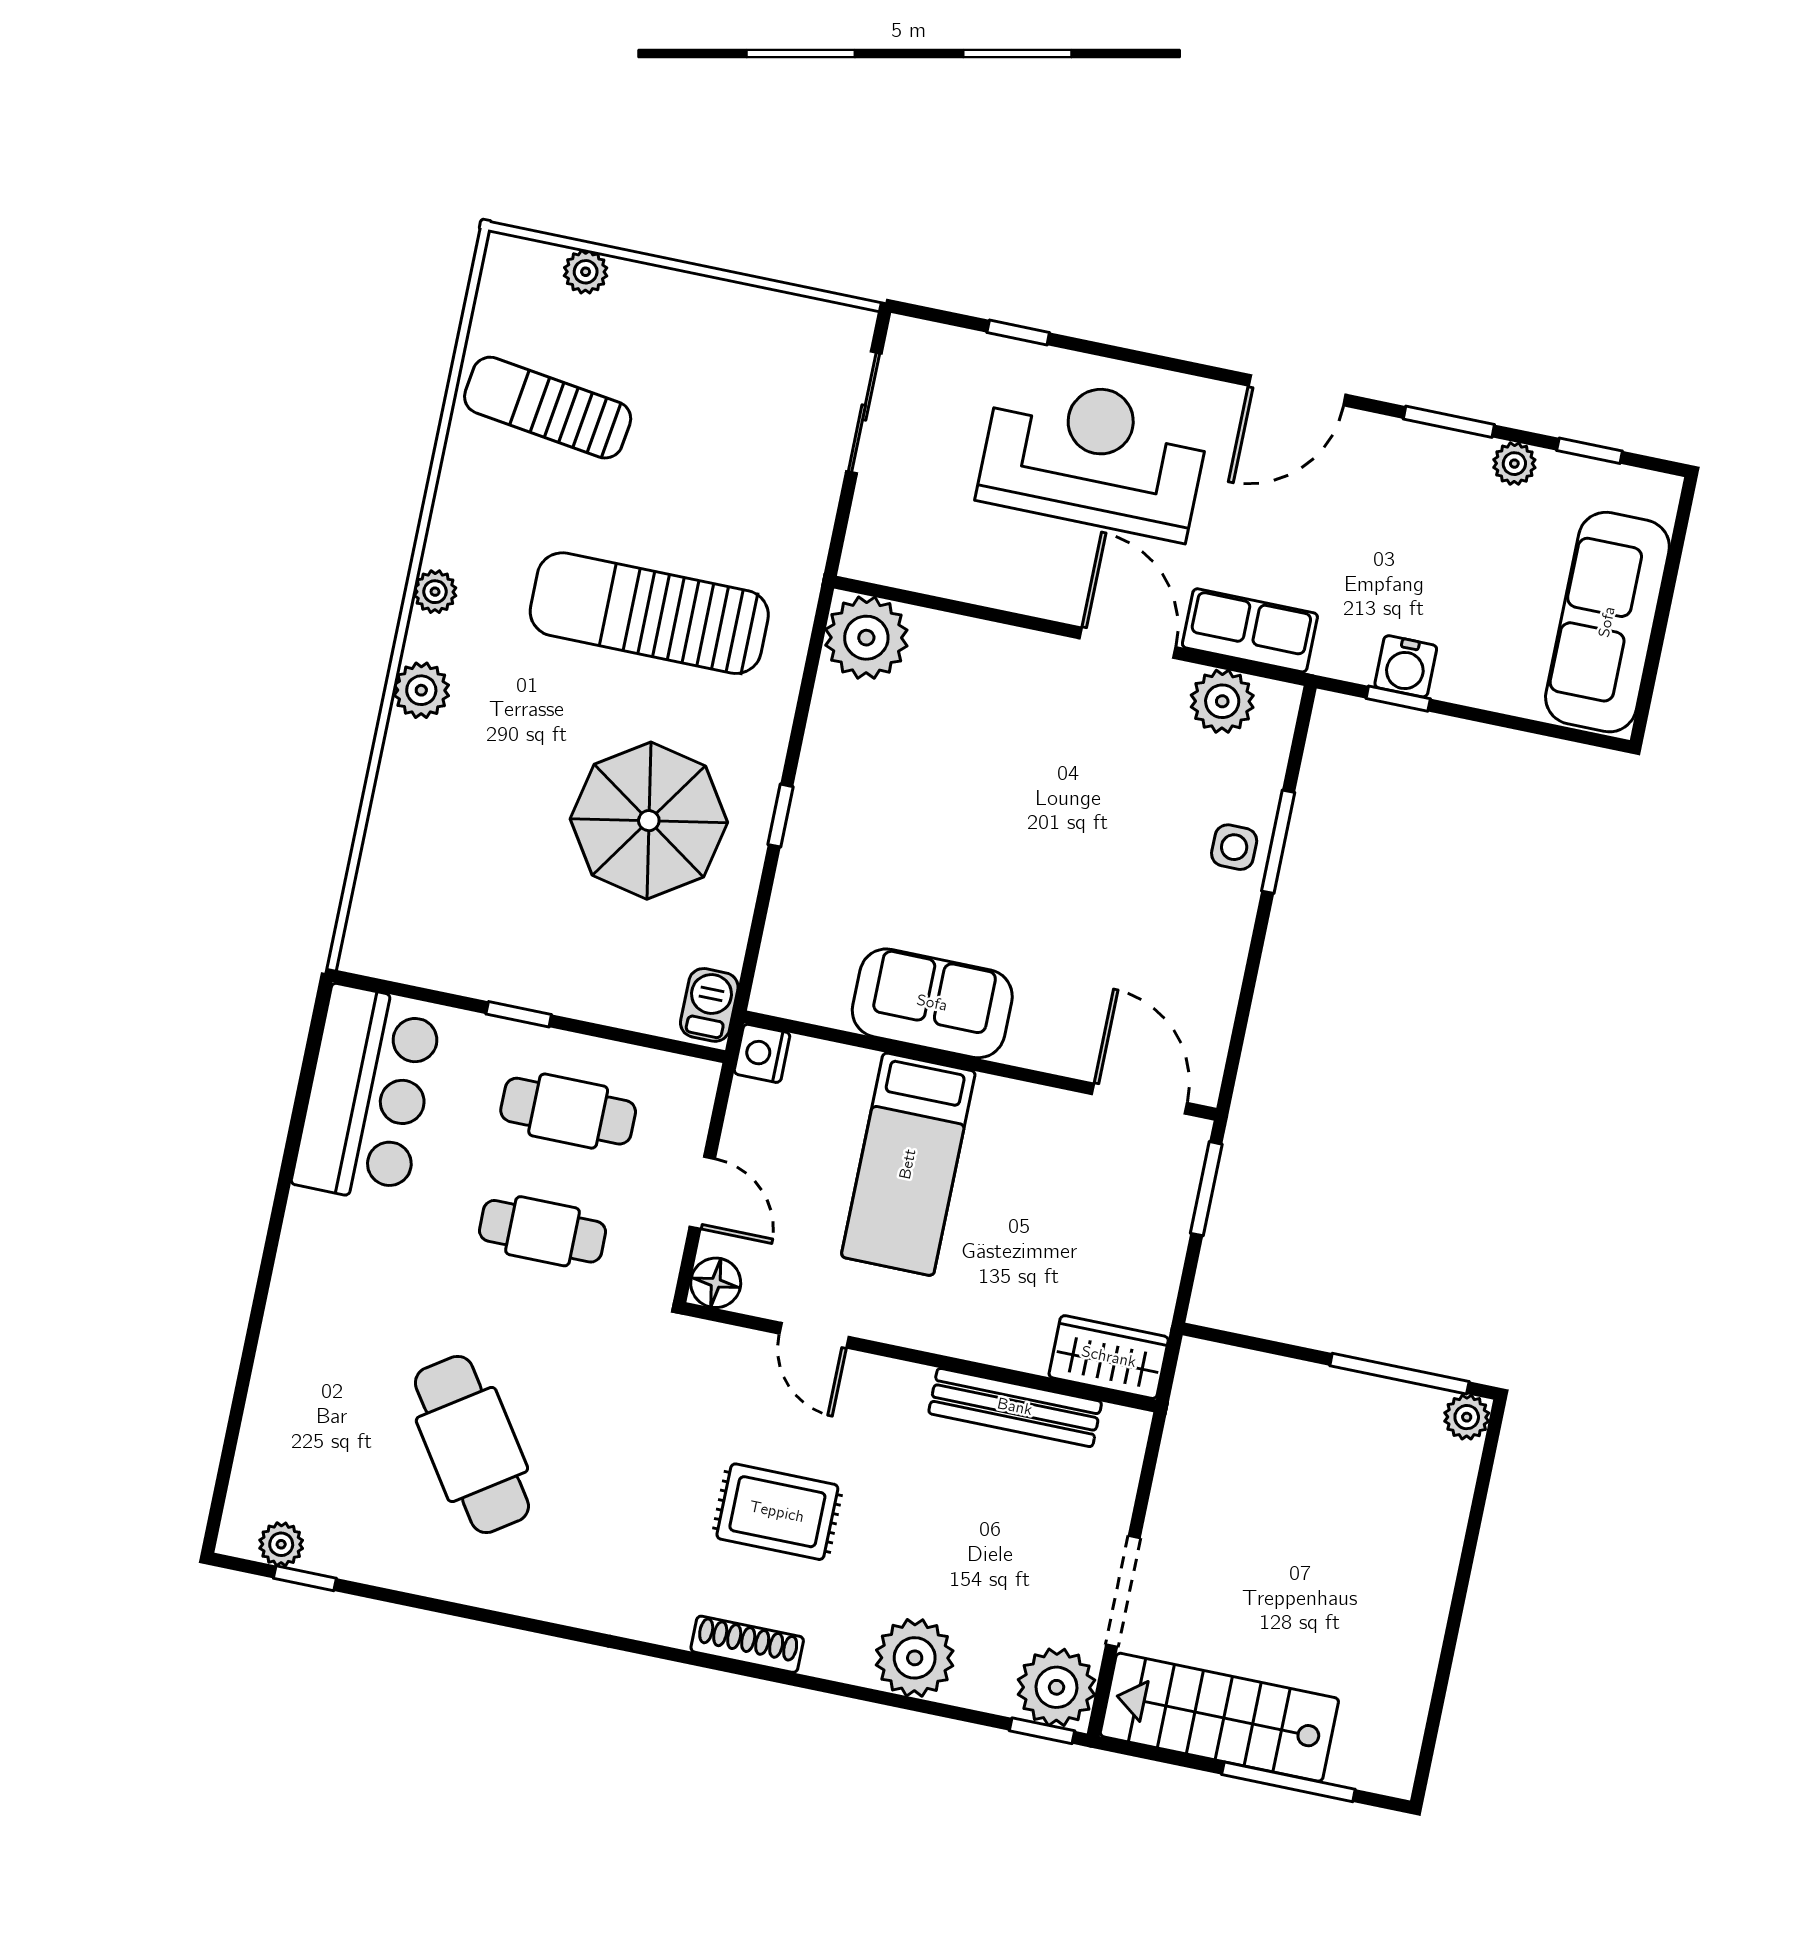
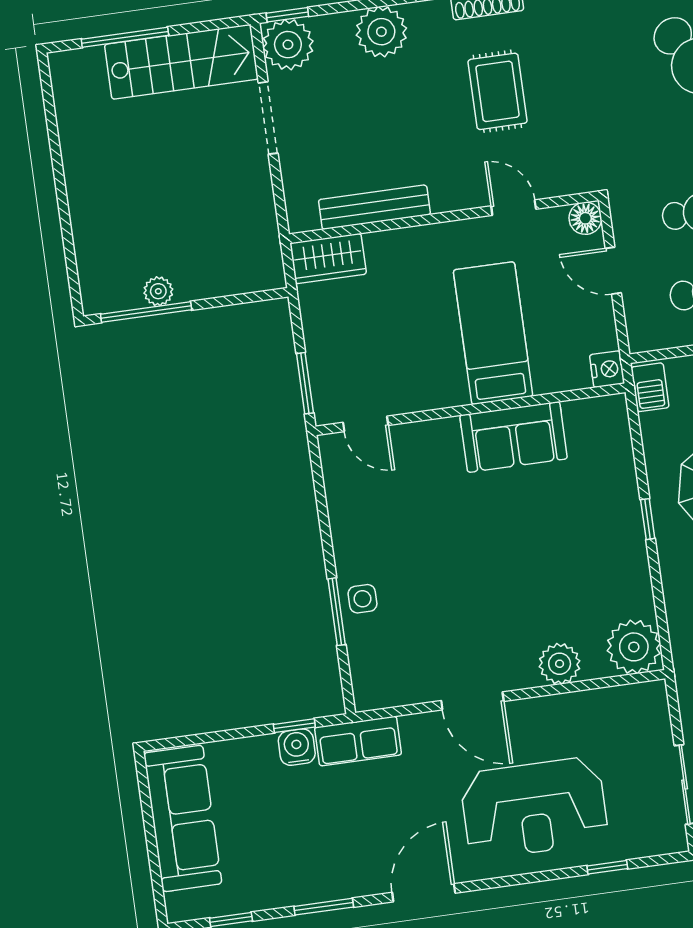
plant: (1514, 464) -> (274, 895), removed
row of seats: (1250, 630) -> (358, 741), moved
plant: (1222, 701) -> (560, 664), moved
door: (1139, 1099) -> (366, 424), width x0.73
plant: (1467, 1417) -> (158, 291), moved
rug: (777, 1512) -> (498, 91), turned 90

